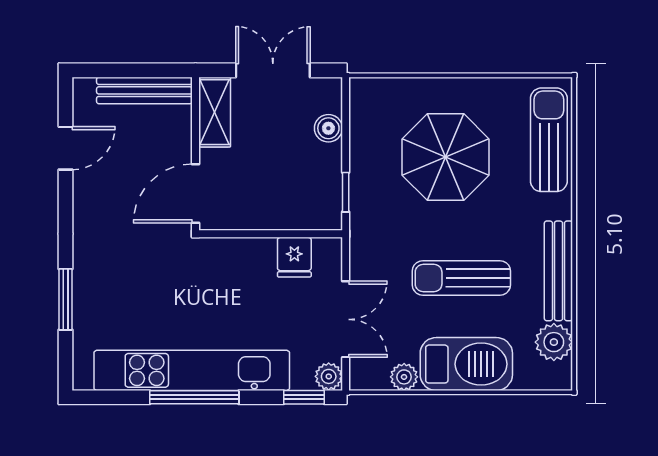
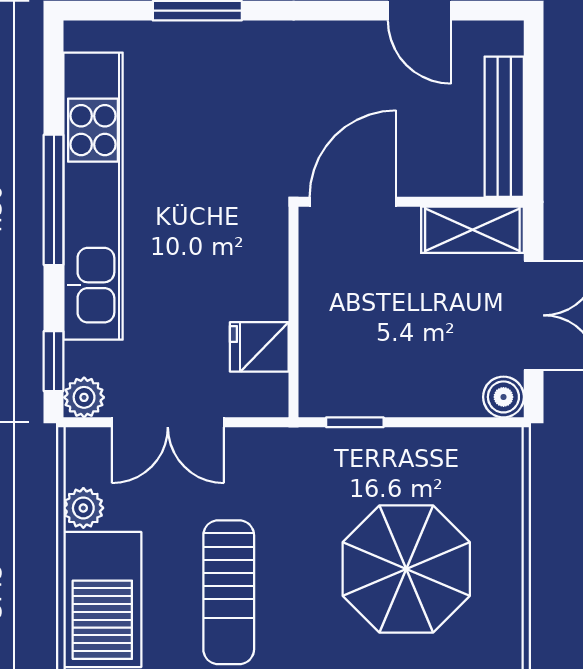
boiler: (328, 128) -> (503, 397), moved
door: (196, 193) -> (353, 202), hinge flipped
sun lounger: (461, 278) -> (229, 592), turned 180

